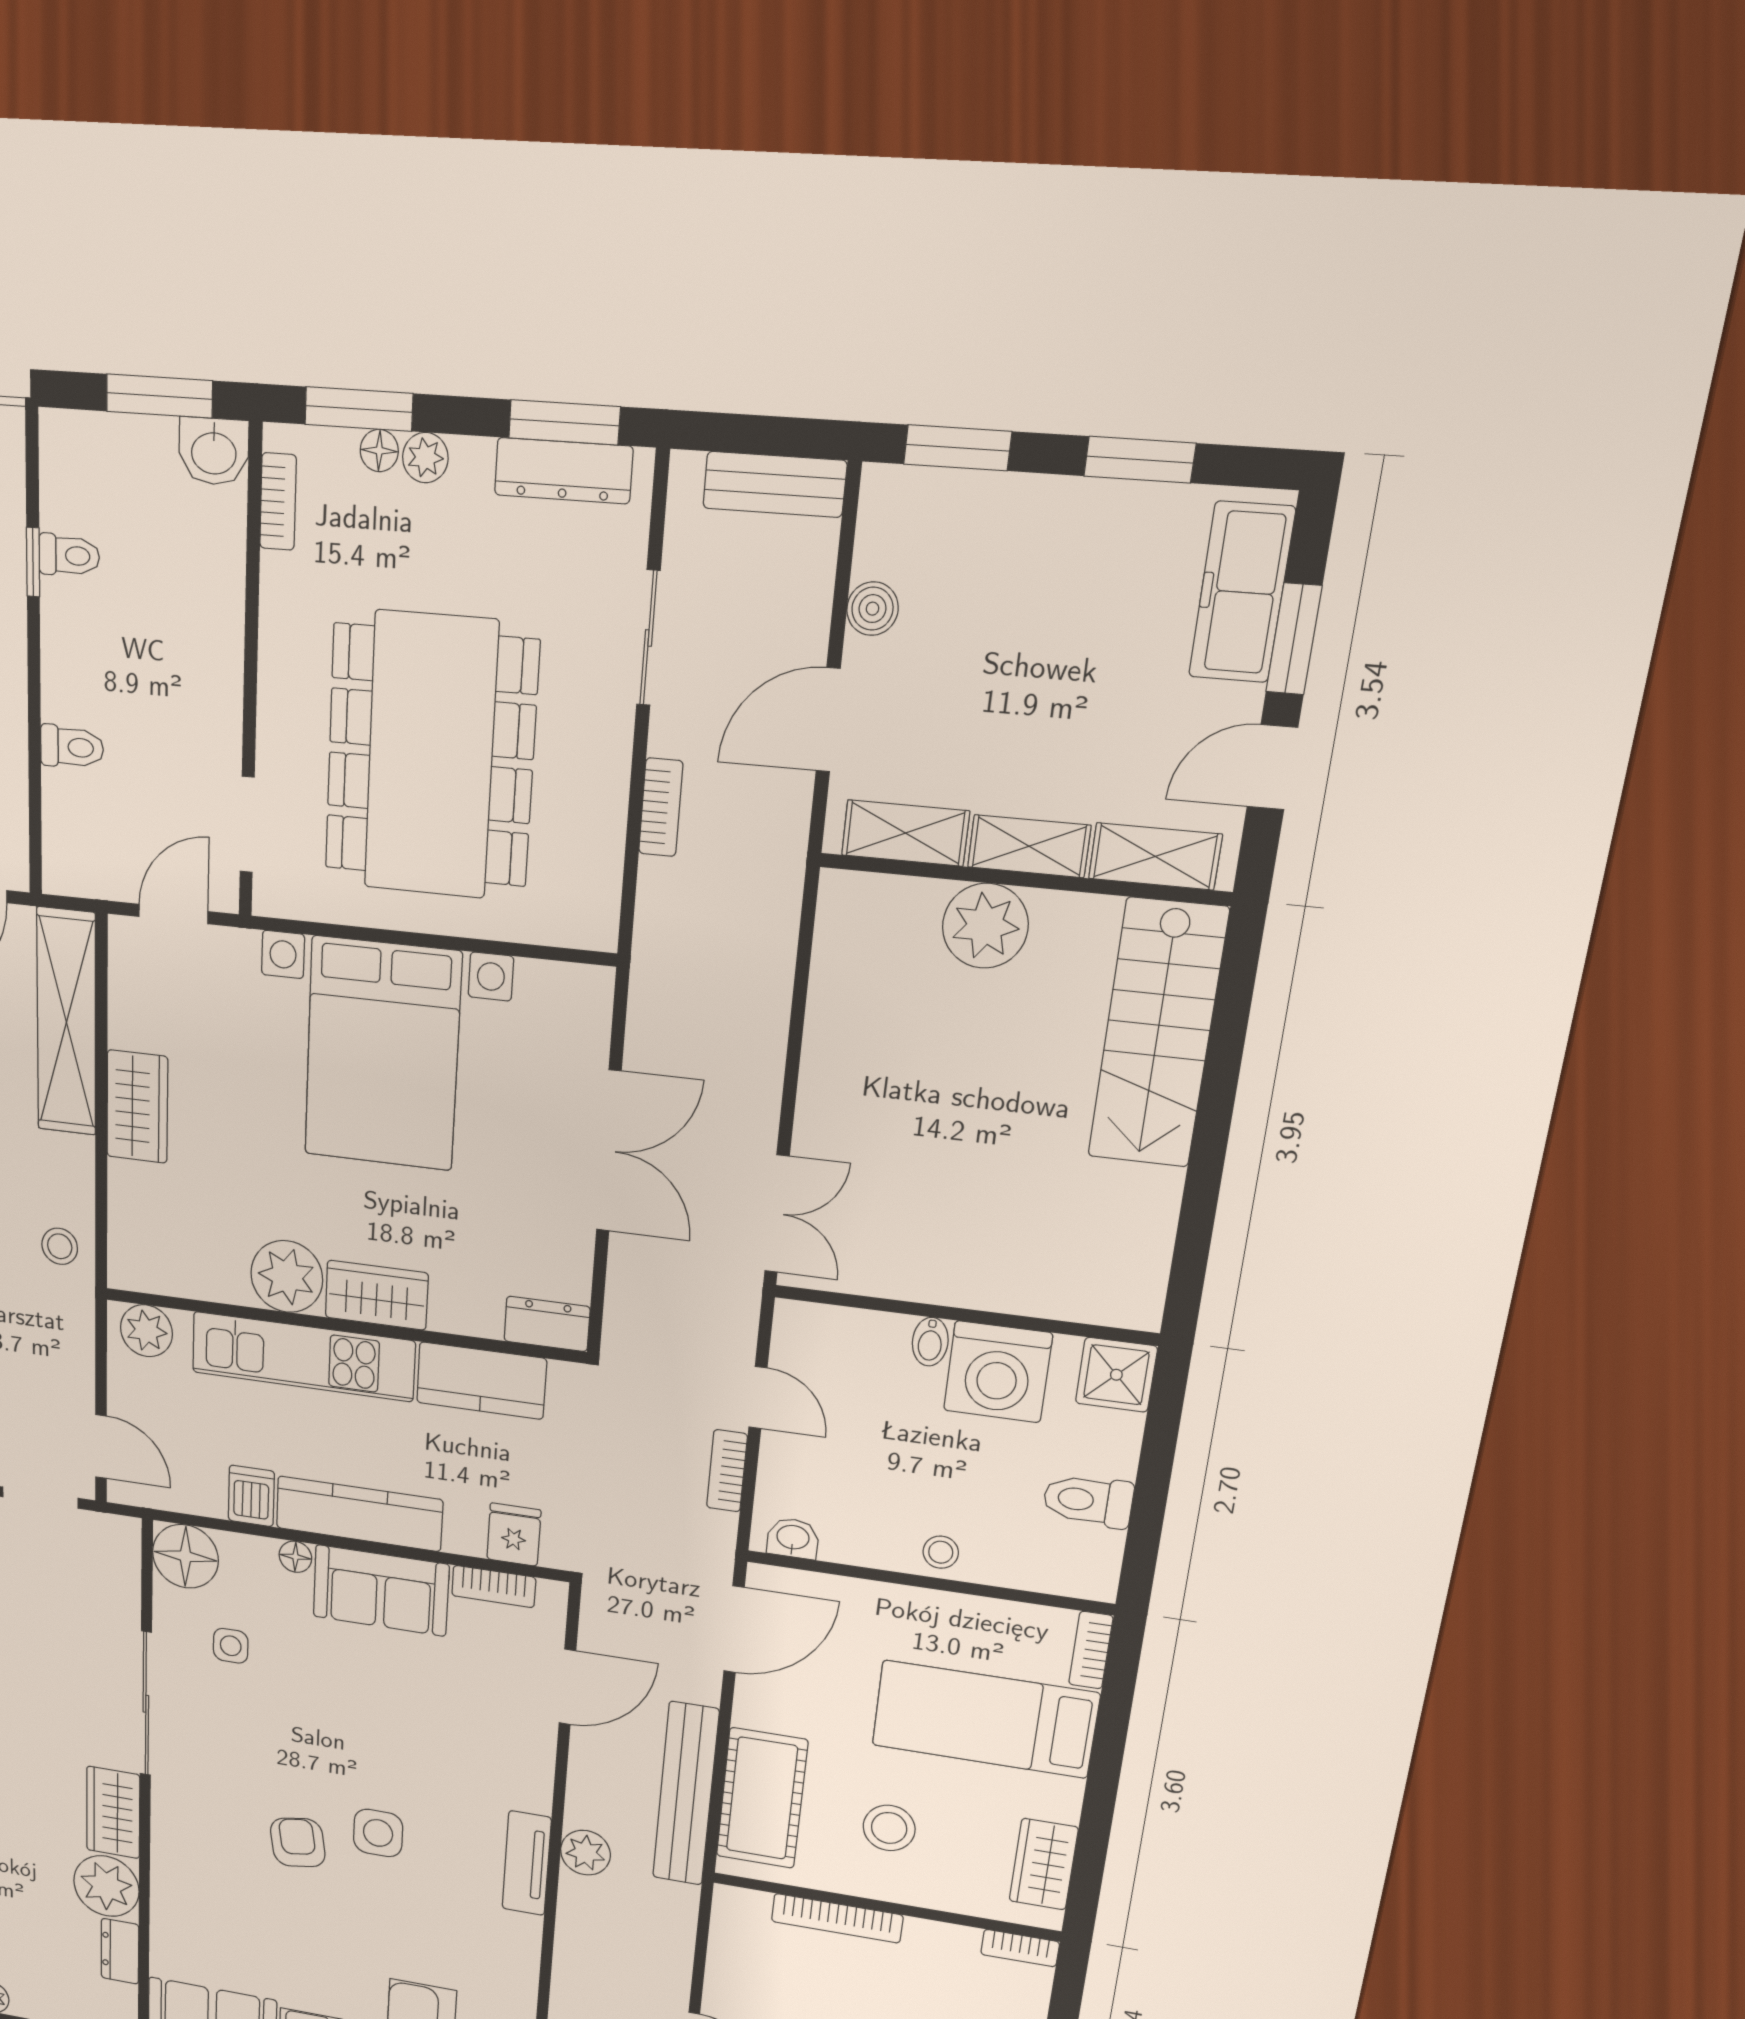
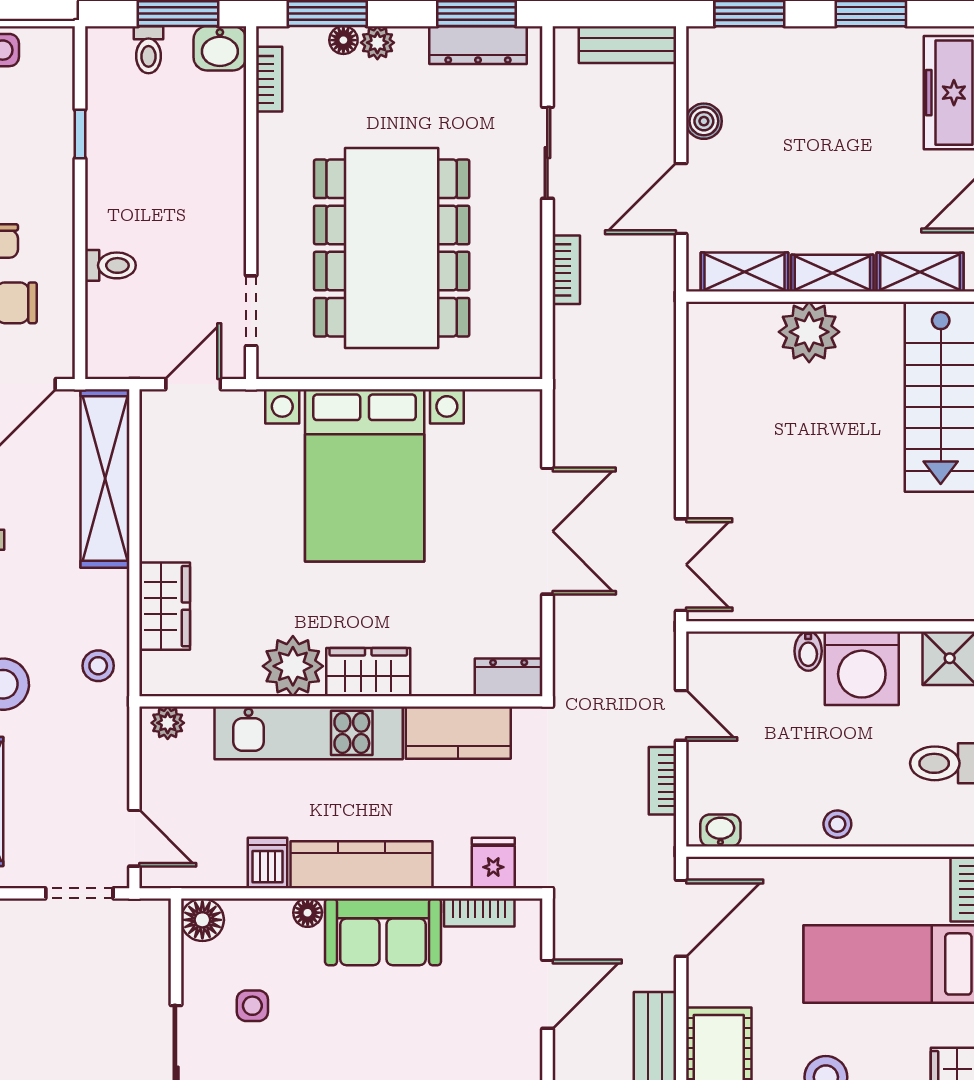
toilet: (69, 555) -> (148, 50), moved, turned 90
wardrobe: (137, 1107) -> (165, 606), moved
plant: (146, 1331) -> (168, 723), width x0.73, depth x0.73
floor lamp: (185, 1556) -> (202, 920), width x0.73, depth x0.73

